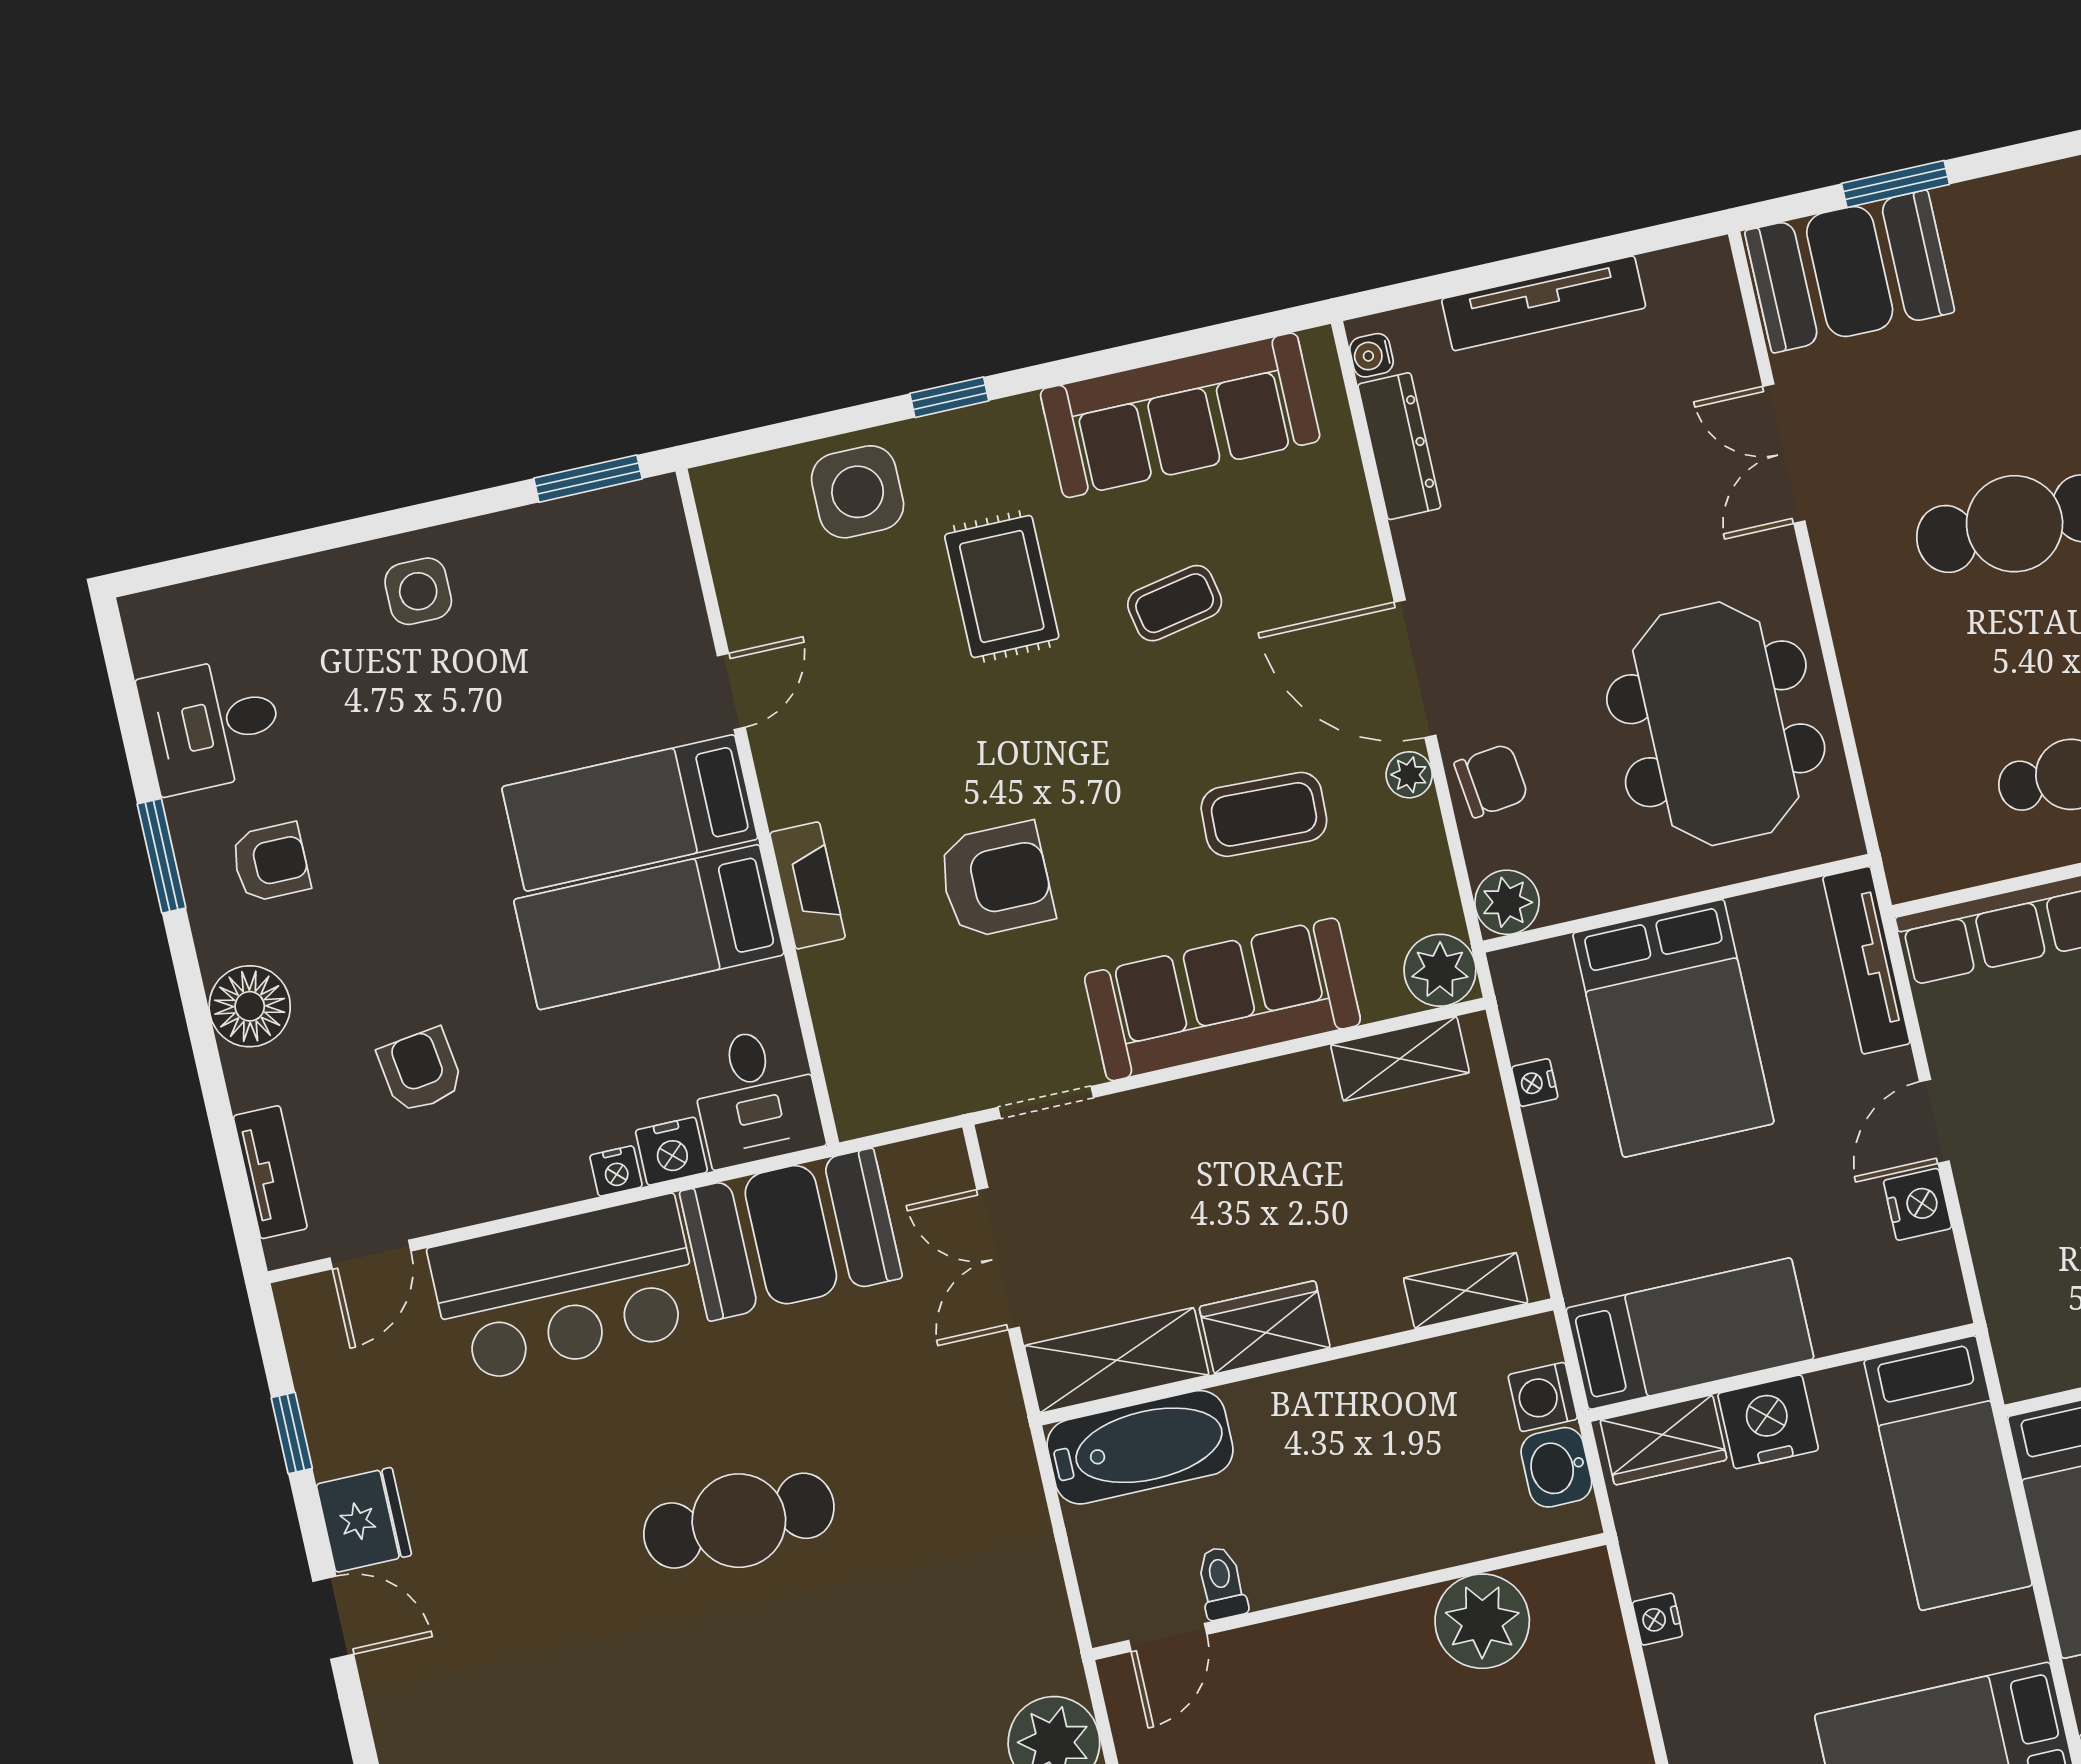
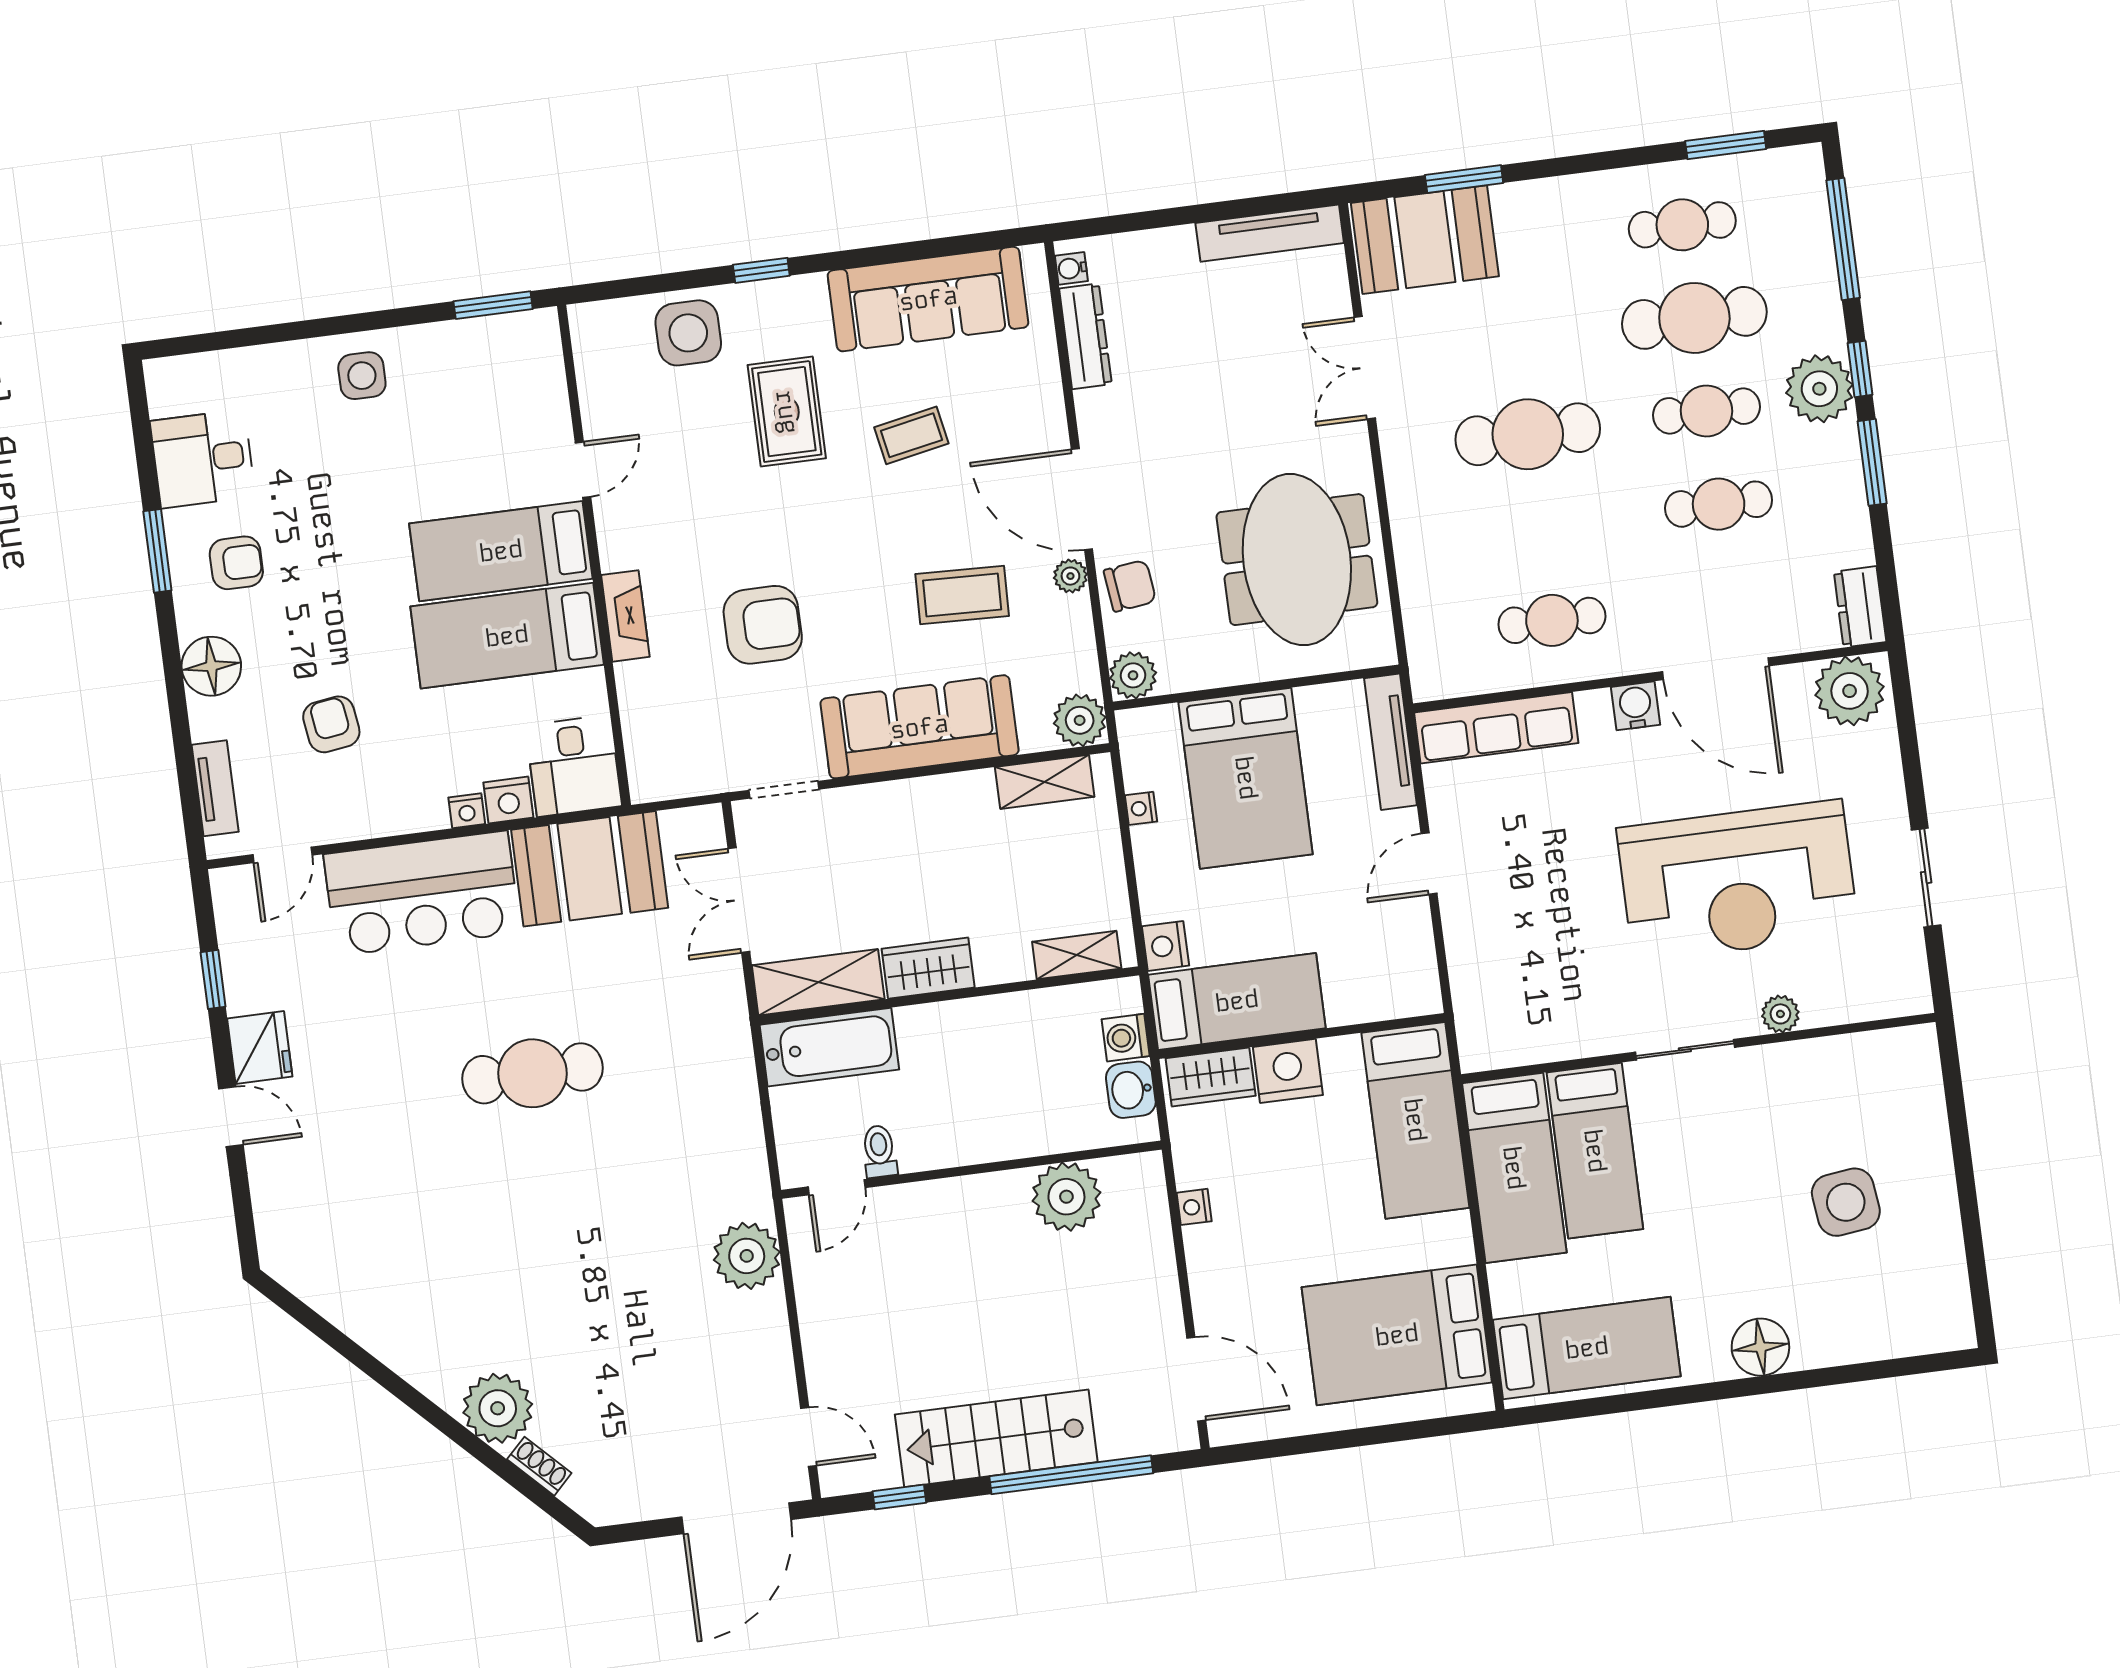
tv unit: (1544, 303) -> (1270, 233), moved
nightstand: (1918, 1204) -> (1165, 946), moved, turned 180

